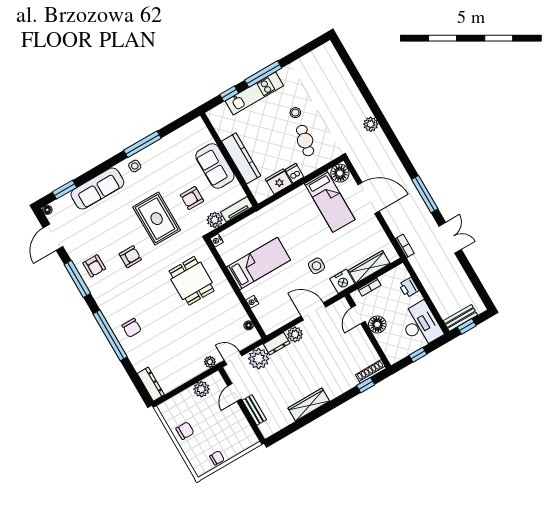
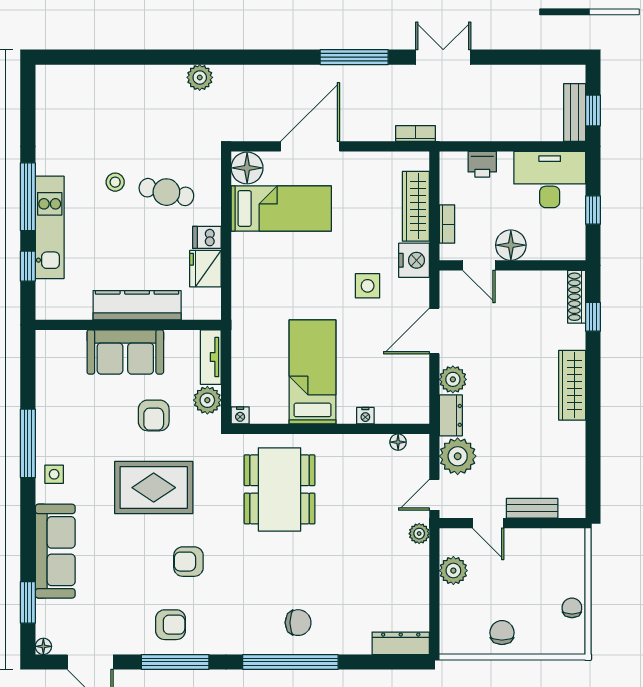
armchair: (130, 257) -> (188, 562), turned -90
dining table: (192, 281) -> (280, 489), width x1.38
wardrobe: (309, 405) -> (572, 385), moved

